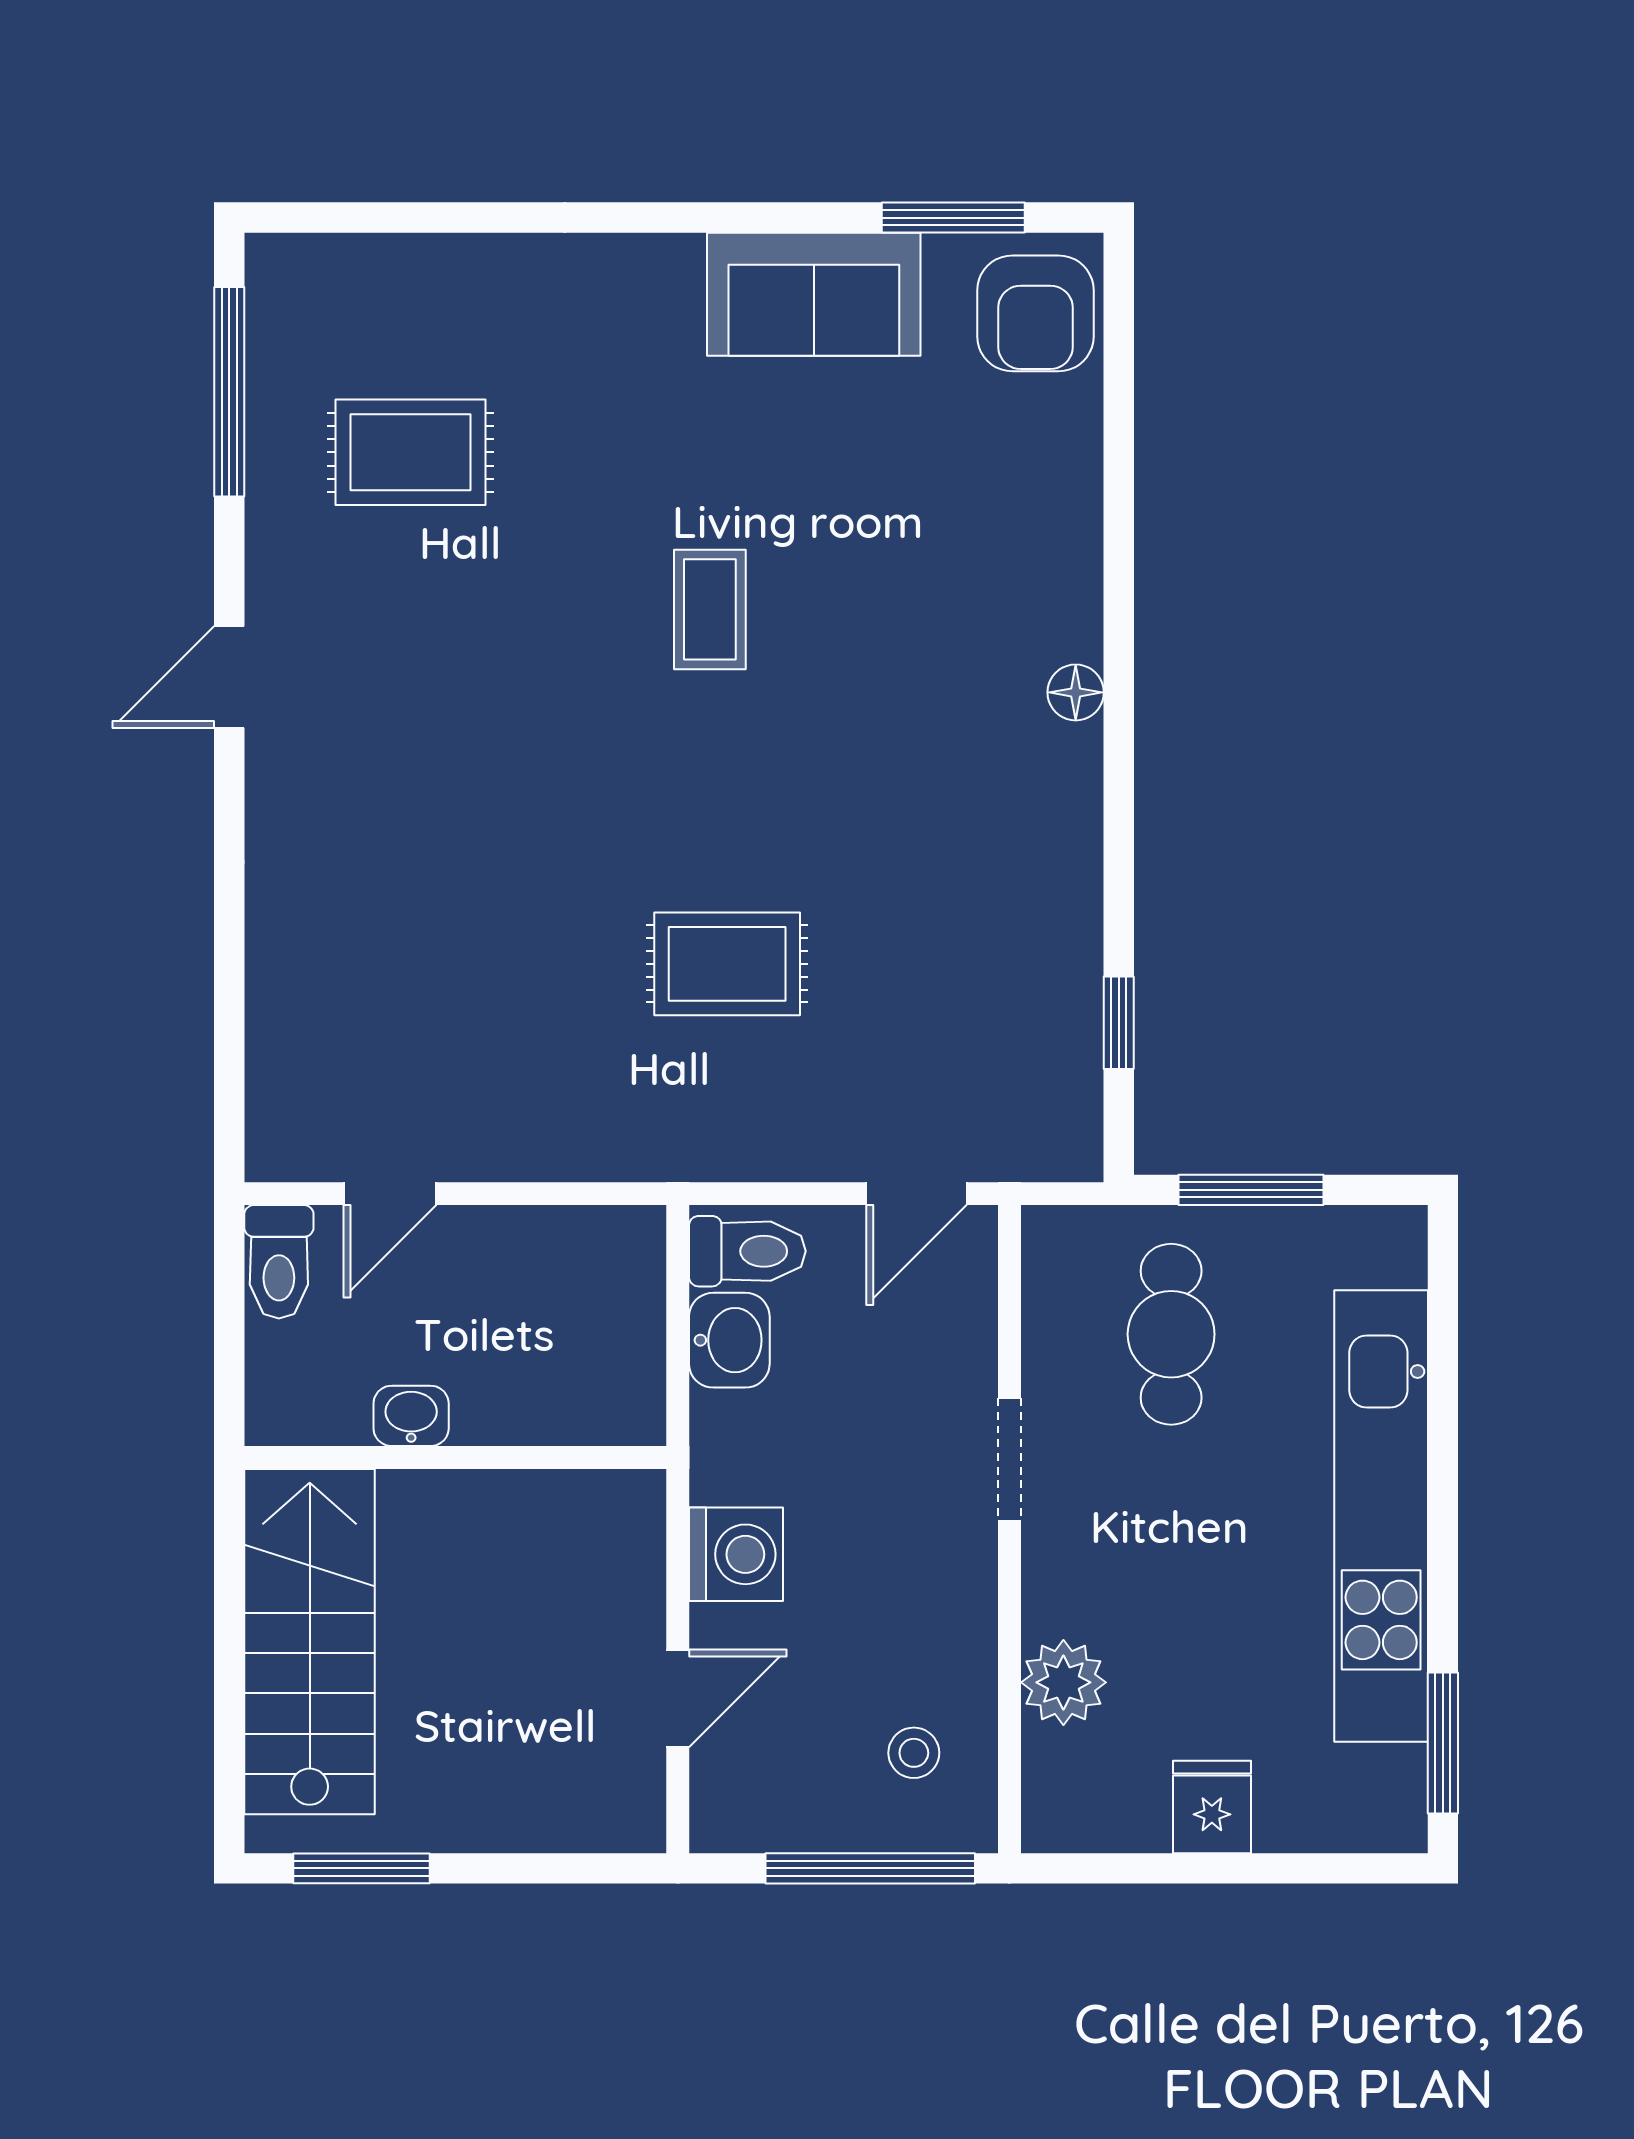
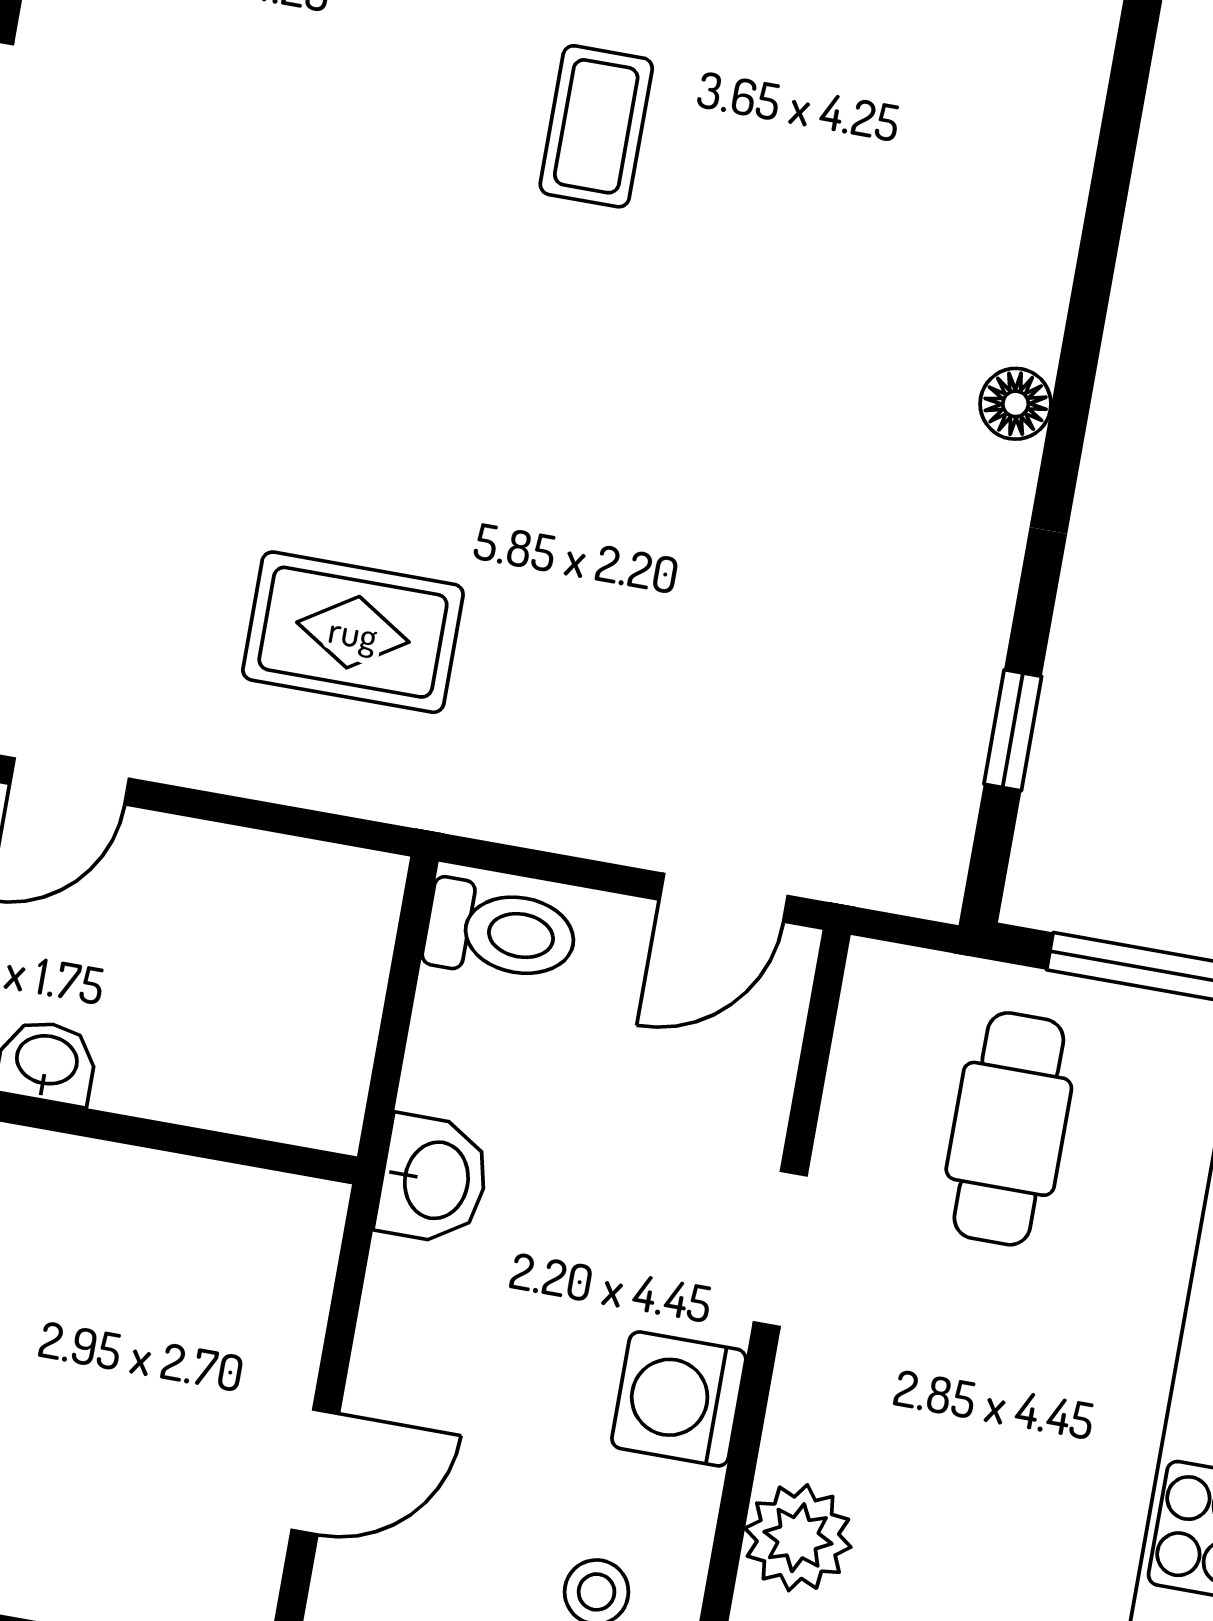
floor lamp: (1076, 692) -> (1016, 404), moved
rug: (727, 964) -> (353, 632), moved
washbasin: (729, 1340) -> (433, 1180), moved
washing machine: (736, 1554) -> (679, 1399), moved, turned 180

